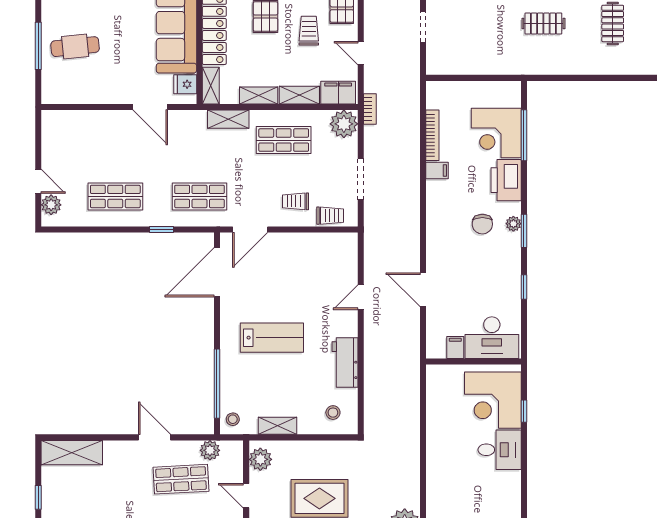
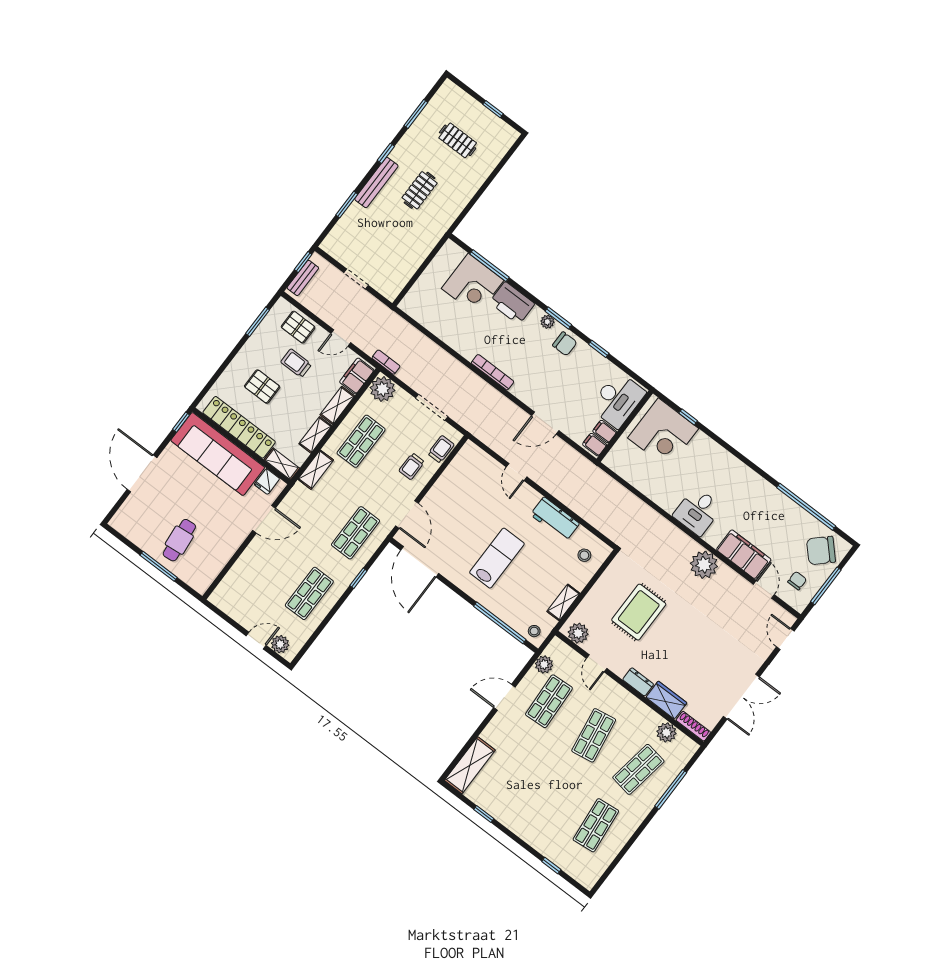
bookcase: (432, 135) -> (493, 372), moved
filing cabinet: (437, 170) -> (595, 445), moved, turned -90
chair: (482, 224) -> (565, 344), moved
desk: (500, 450) -> (698, 511), moved, turned 180
door: (246, 496) -> (597, 663), hinge flipped

